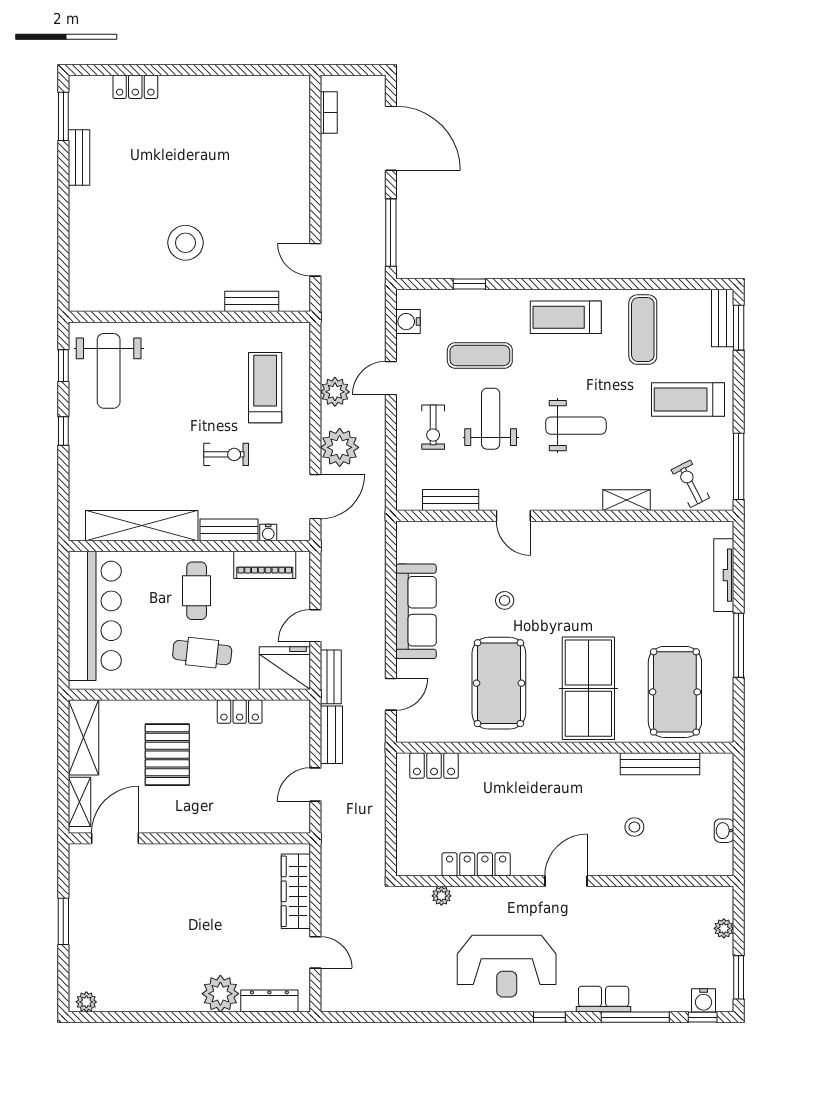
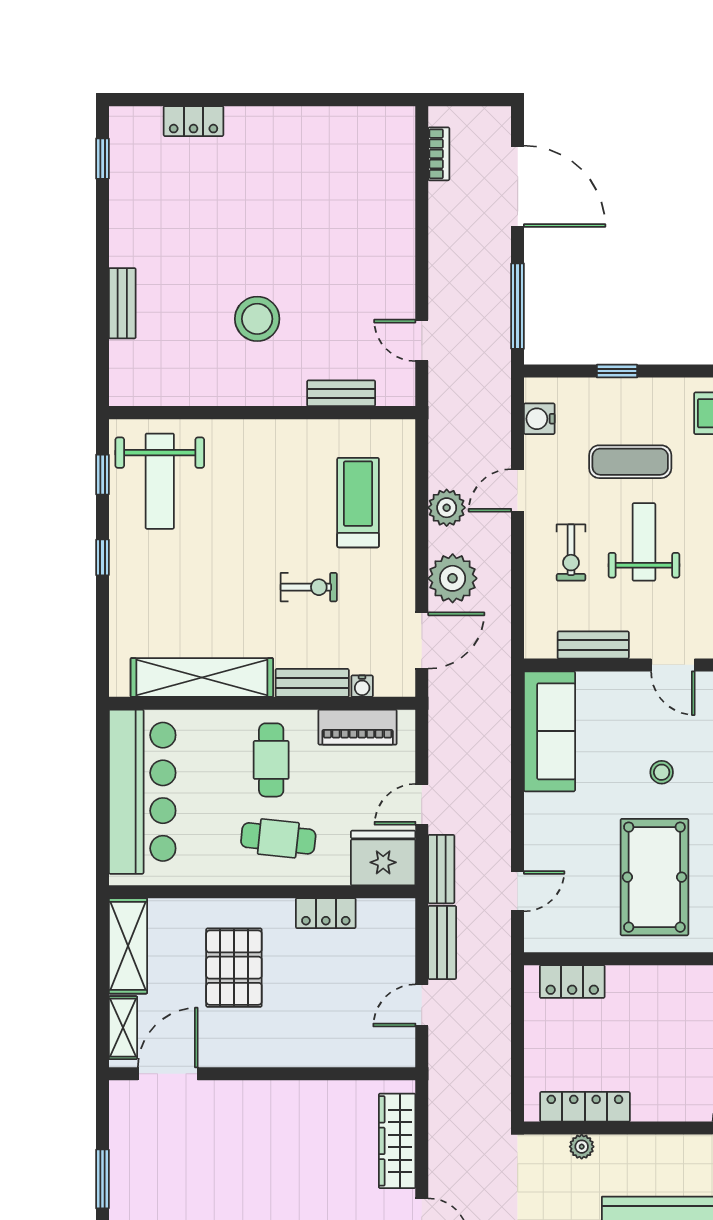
window: (63, 116) -> (102, 159), width x0.67
bench: (79, 157) -> (122, 303), moved
sofa: (416, 611) -> (549, 731), moved
locker: (476, 864) -> (585, 1107), moved

